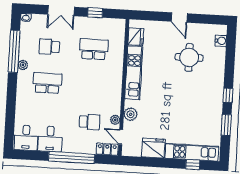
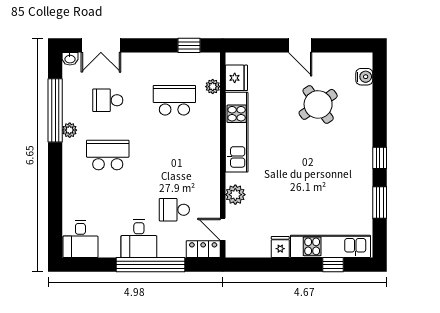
double door: (61, 11) -> (101, 45), moved
window: (95, 13) -> (189, 45), moved
round table: (189, 57) -> (318, 104), turned -35
plant: (115, 120) -> (213, 87), moved
school desk: (89, 122) -> (174, 210), turned 180
desk: (50, 139) -> (139, 239), moved
fridge: (153, 148) -> (280, 247), width x0.53, depth x0.75

